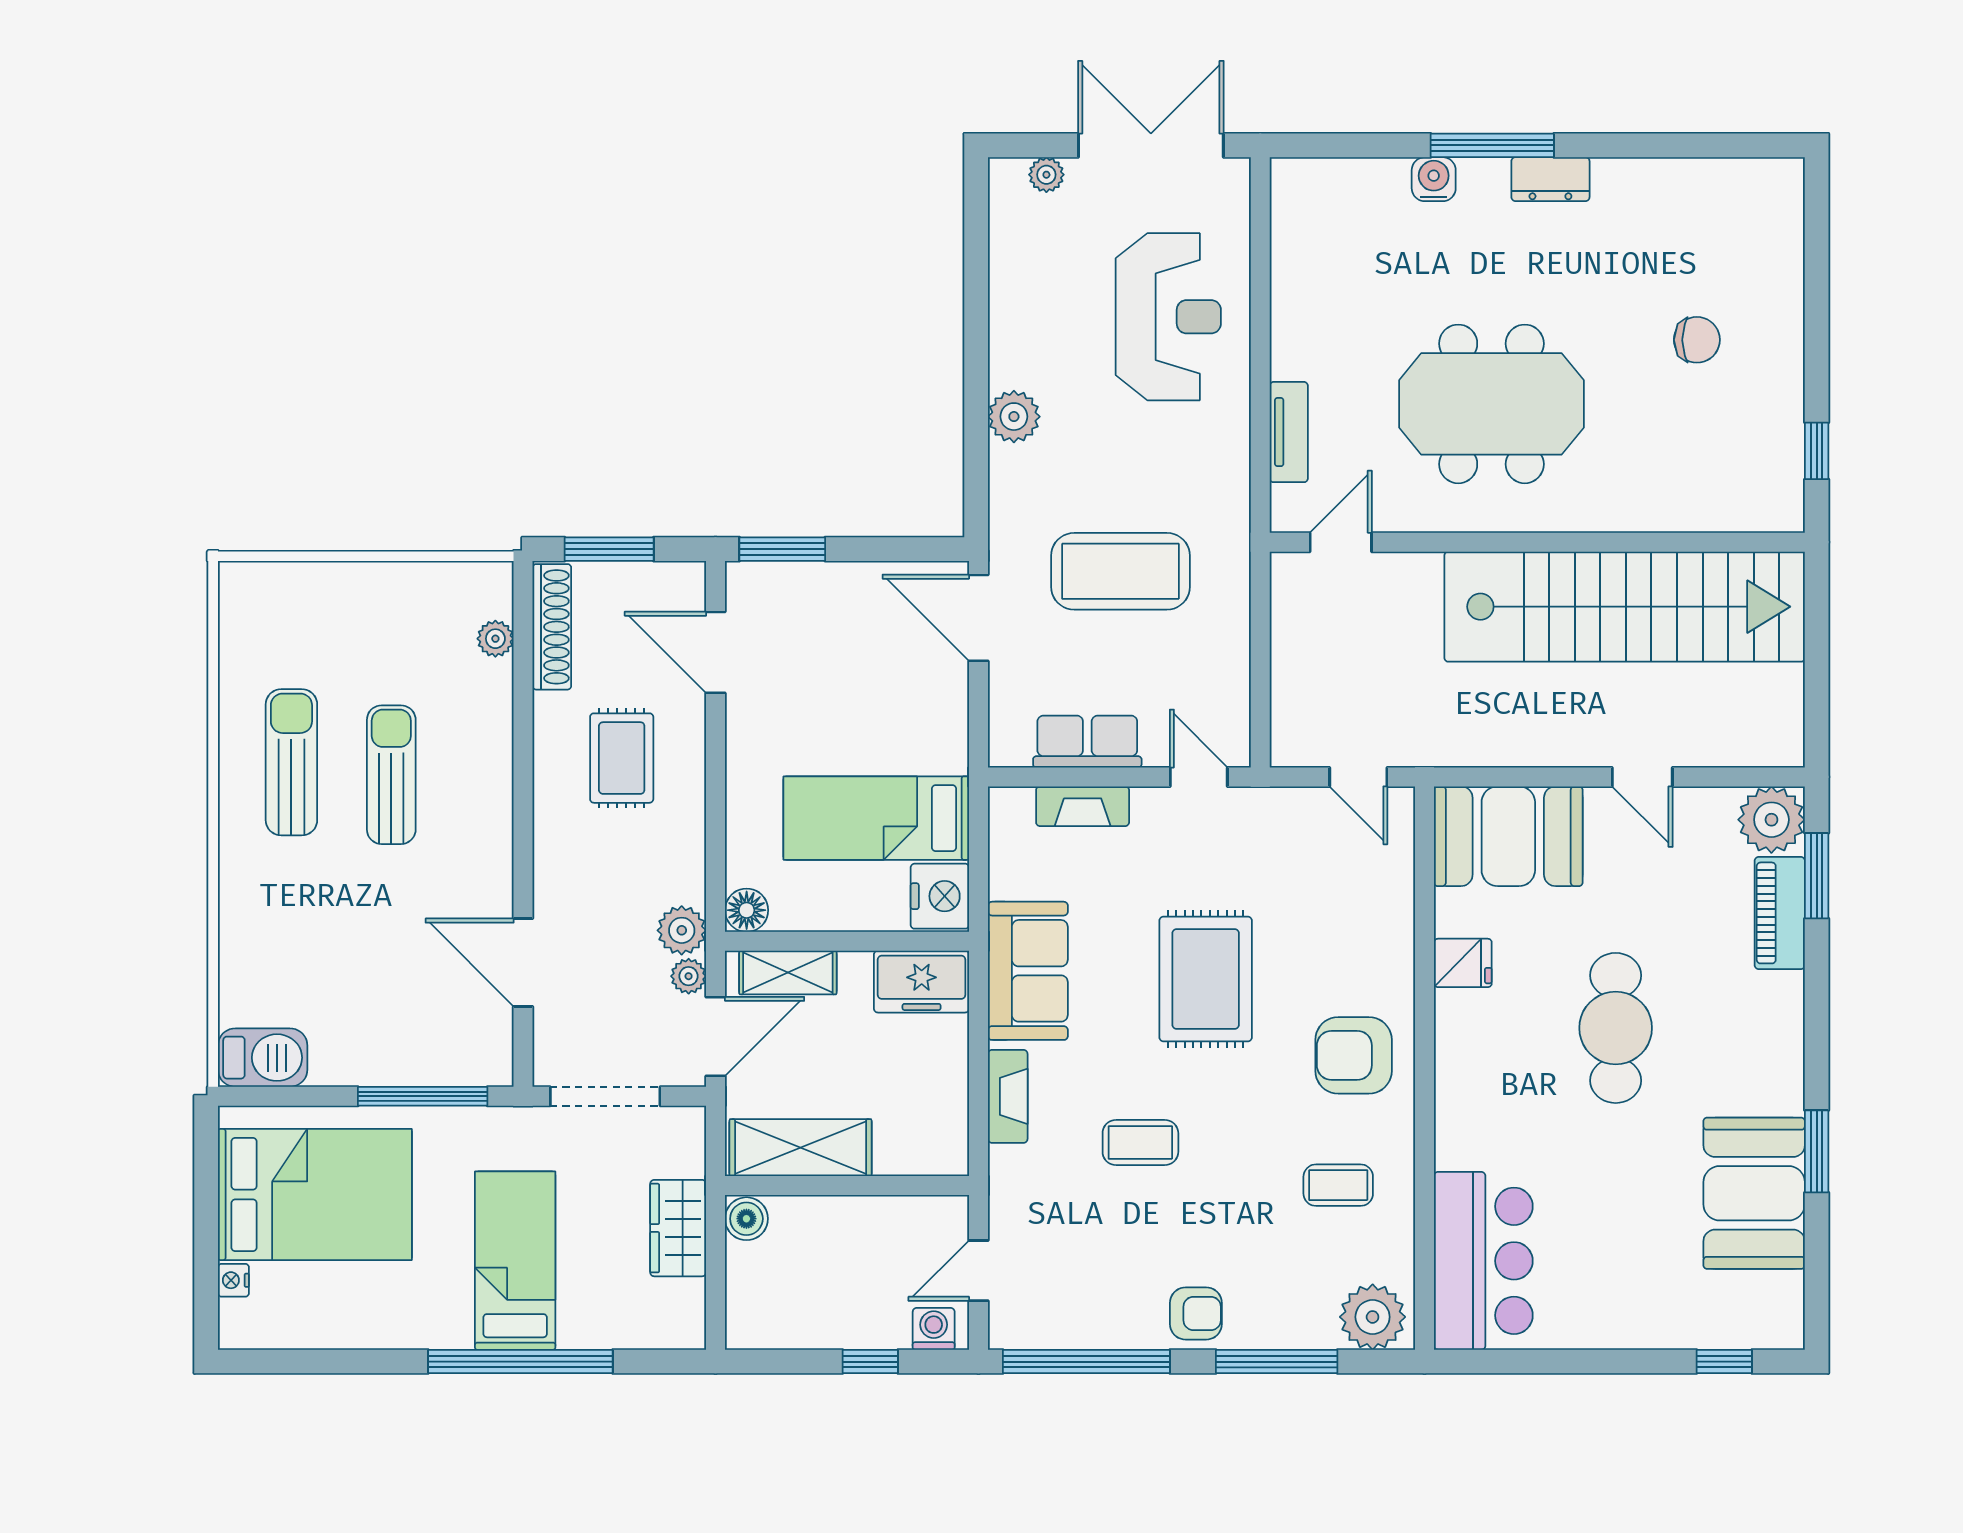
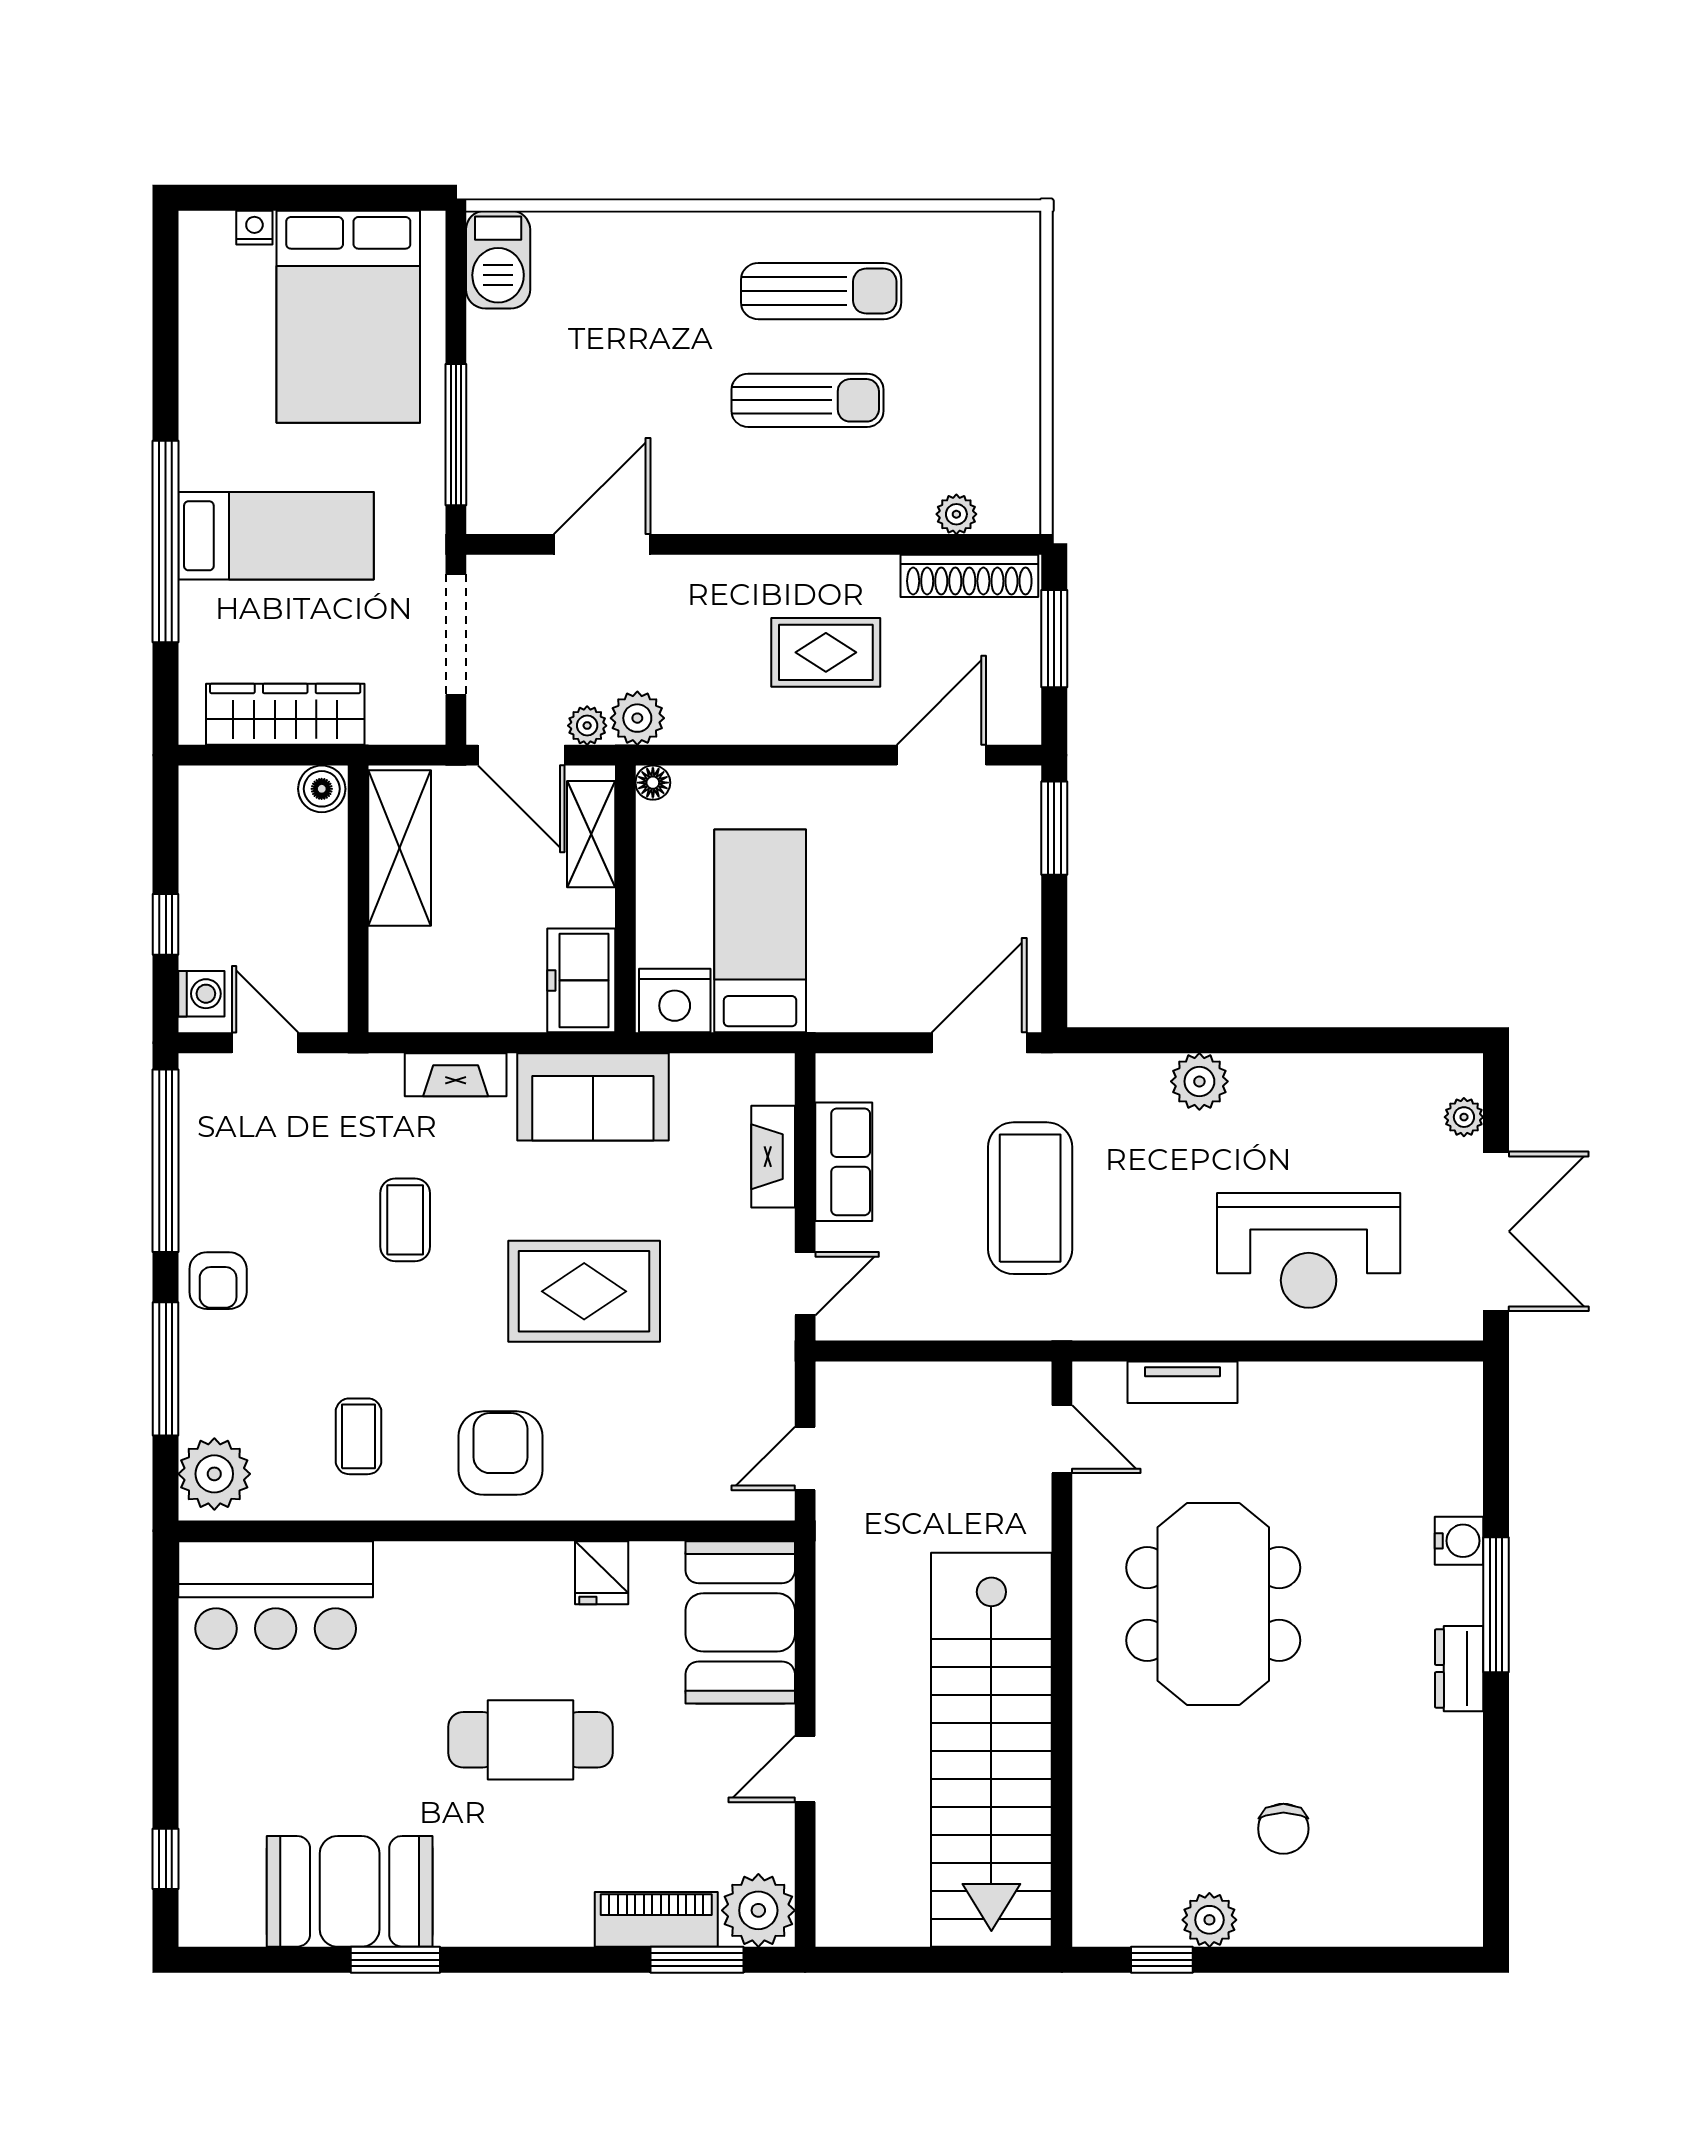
plant: (1780, 407) -> (1209, 1920), added
floor lamp: (747, 910) -> (653, 783), width x0.73, depth x0.73
wardrobe: (678, 1228) -> (285, 714), width x1.50

